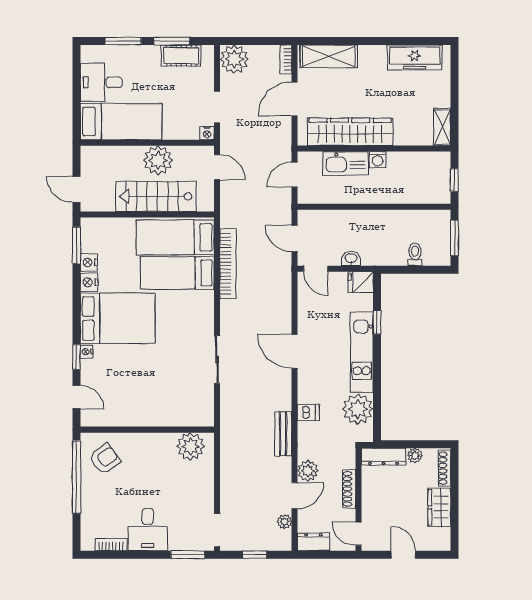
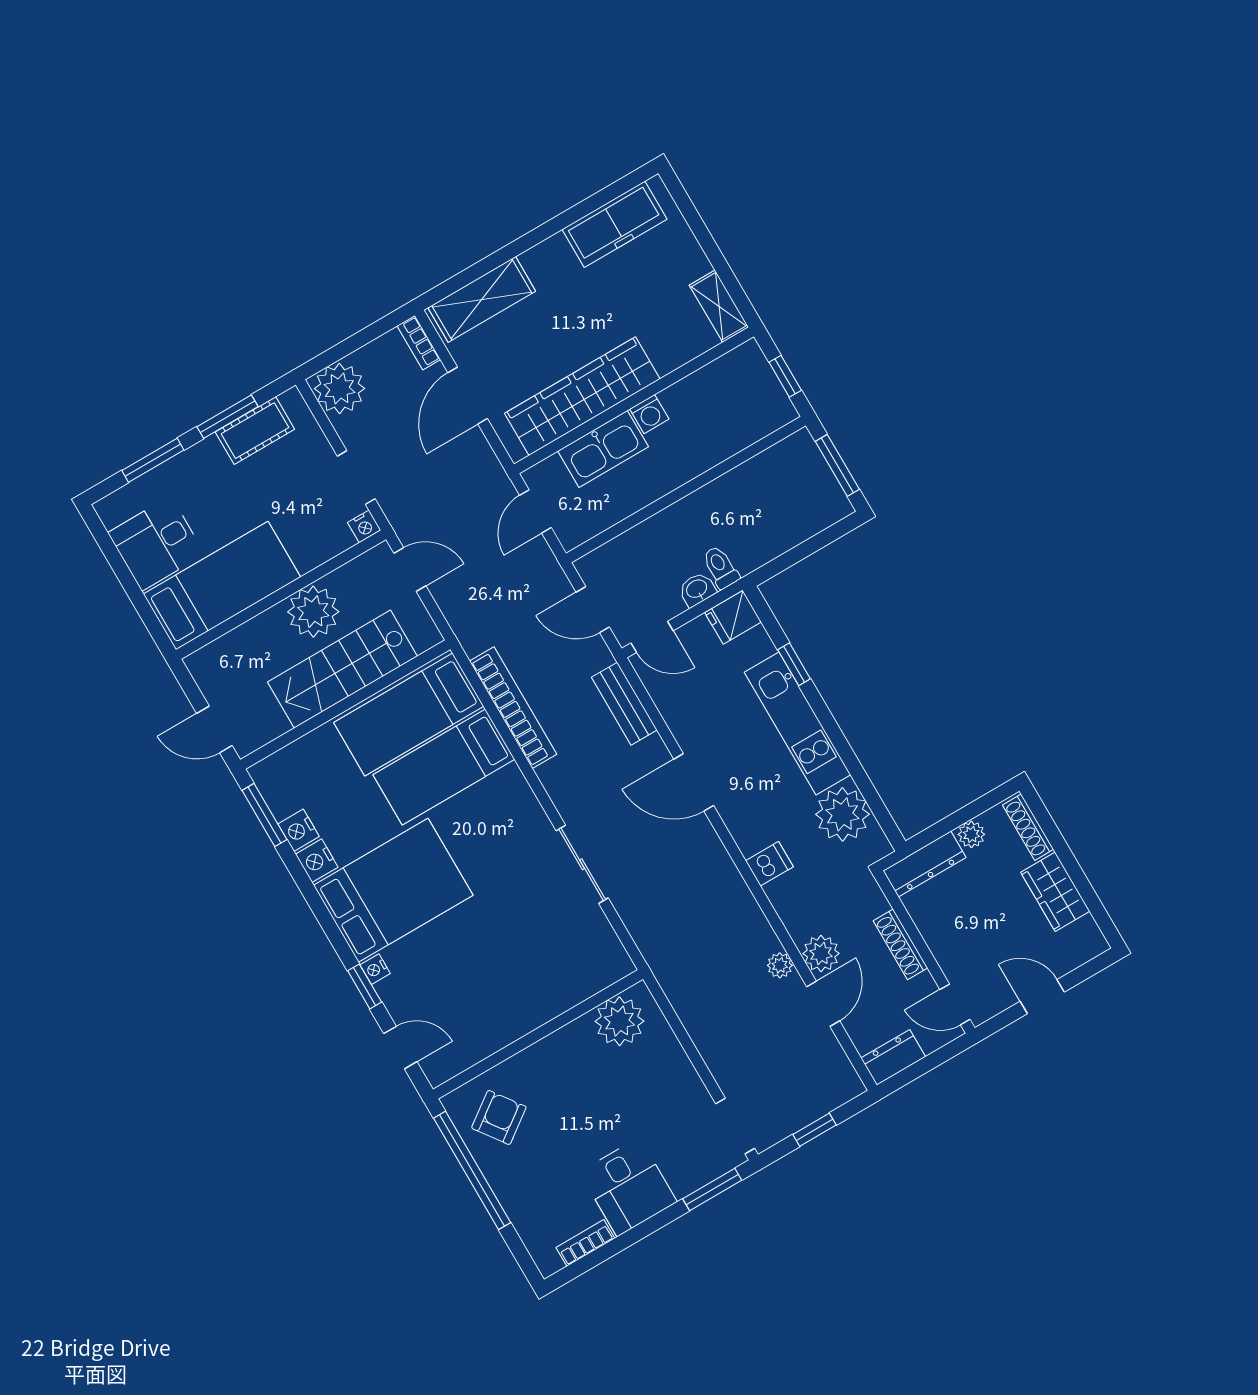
toilet: (415, 254) -> (721, 567), moved
bench: (283, 434) -> (624, 704), moved
plant: (284, 522) -> (780, 965), moved

